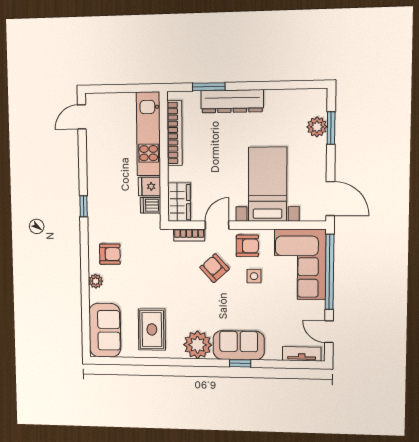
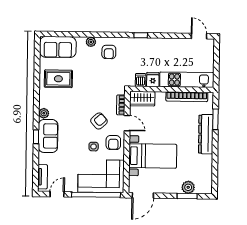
plant: (198, 345) -> (44, 113), width x0.53, depth x0.53

